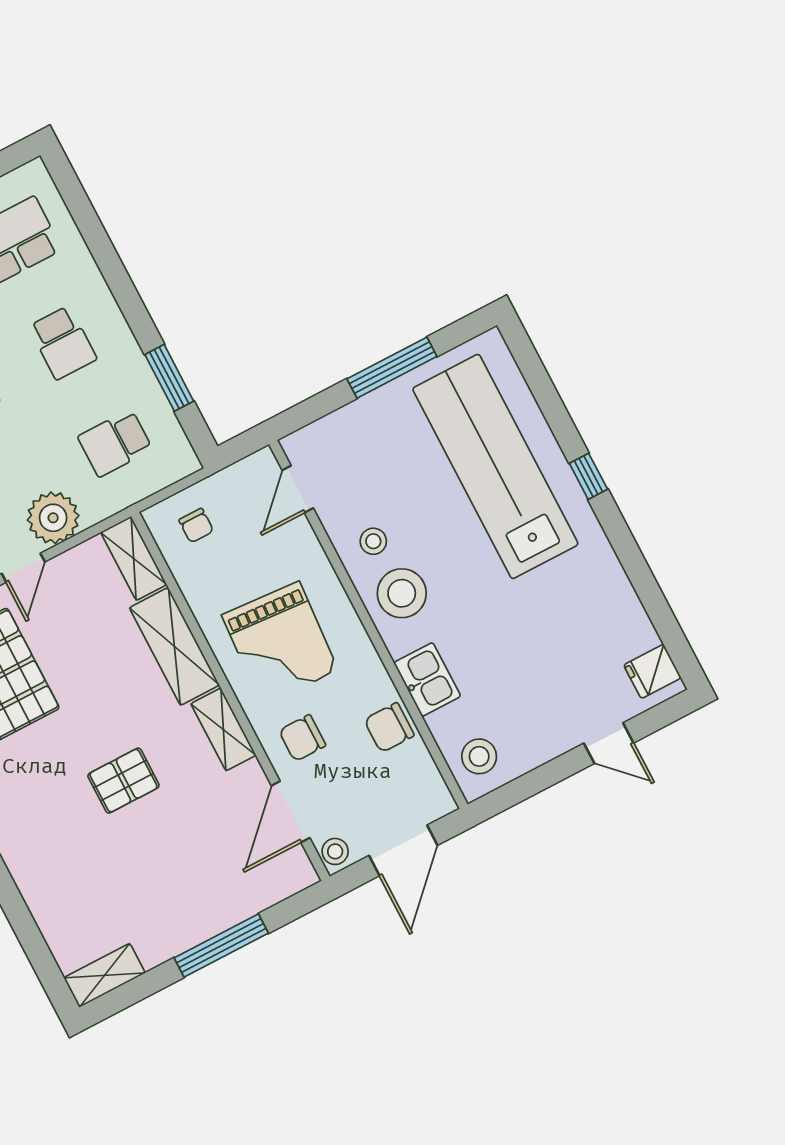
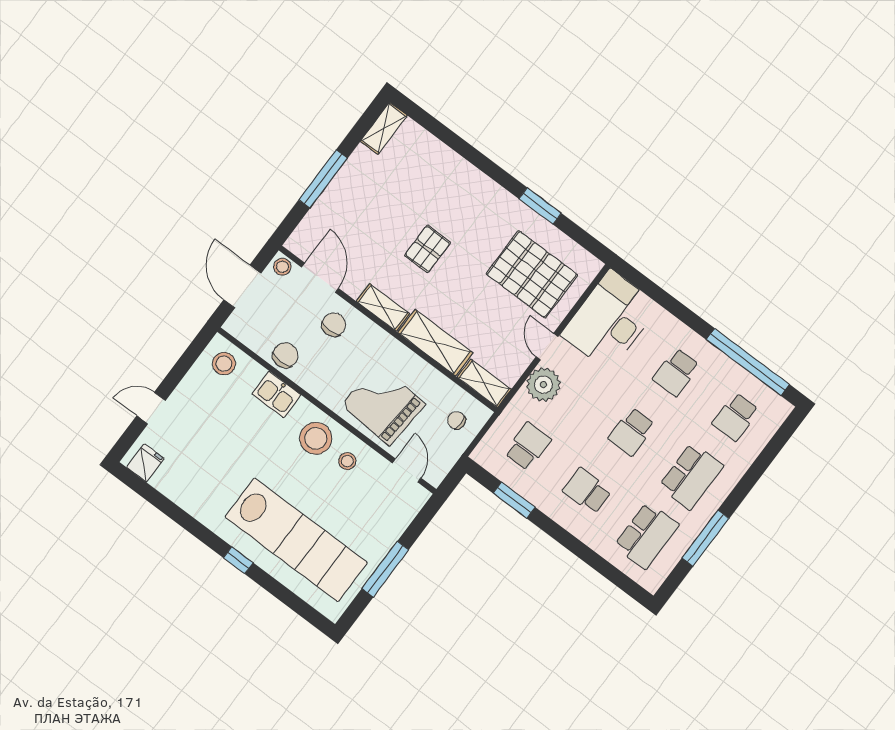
grand piano: (280, 643) -> (383, 404), moved

